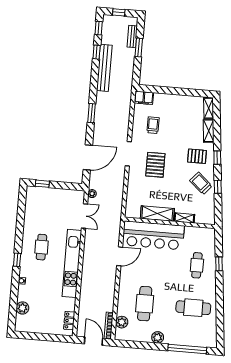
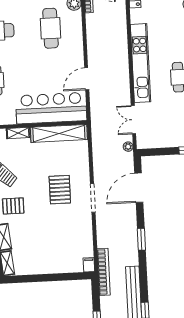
bookcase: (127, 89) -> (104, 272), added
filing cabinet: (144, 98) -> (89, 265), width x0.50
trolley: (153, 125) -> (69, 235), removed
shelving: (157, 214) -> (59, 133), width x1.47

